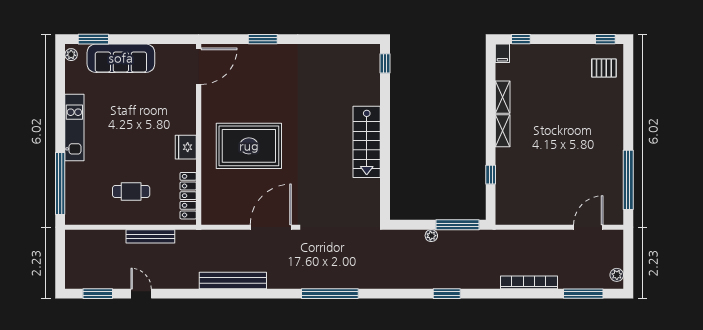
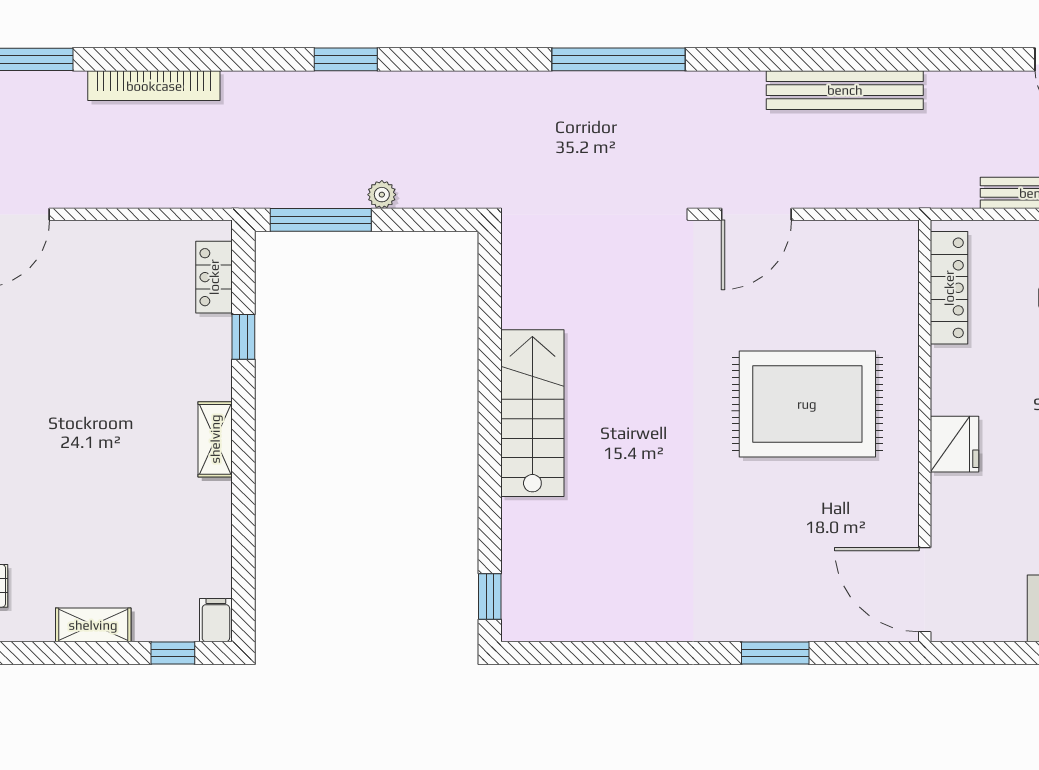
door: (199, 66) -> (925, 590), hinge flipped
shelving: (503, 97) -> (93, 625), moved, turned 90
fridge: (186, 147) -> (954, 444), moved
locker: (503, 200) -> (214, 277), added
door: (271, 227) -> (756, 214), width x0.73

